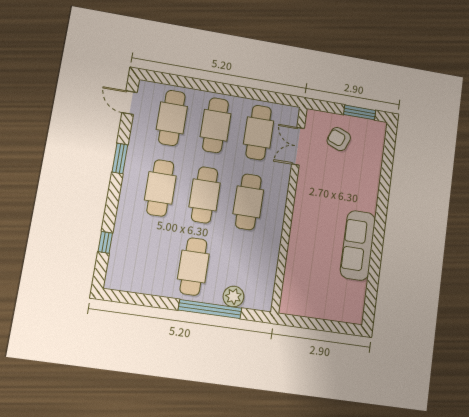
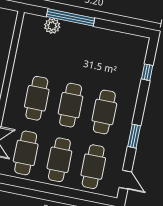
cafe table: (193, 266) -> (82, 50), removed

